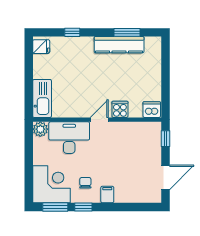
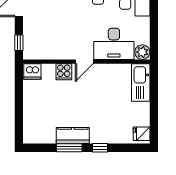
window: (72, 32) -> (100, 148), moved
window: (127, 32) -> (69, 148), moved
kitchen counter: (119, 45) -> (73, 136), width x0.67

